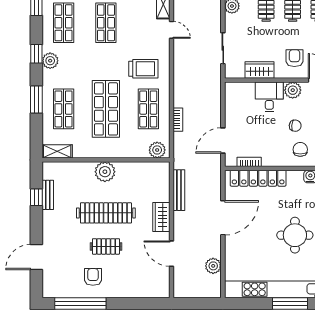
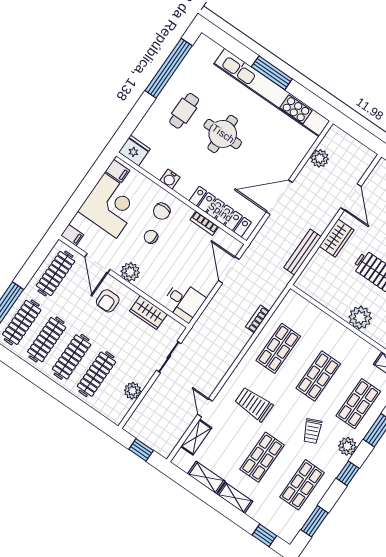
plant: (50, 61) -> (347, 446), moved
trolley: (83, 66) -> (312, 431), added
trolley: (143, 69) -> (254, 404), moved
desk: (269, 97) -> (184, 301), moved, turned -90
shop shelf: (106, 109) -> (318, 376), width x0.70, depth x0.74
door: (223, 141) -> (229, 270), swing flipped
plant: (157, 150) -> (297, 304), removed
bookcase: (249, 162) -> (204, 223), moved

